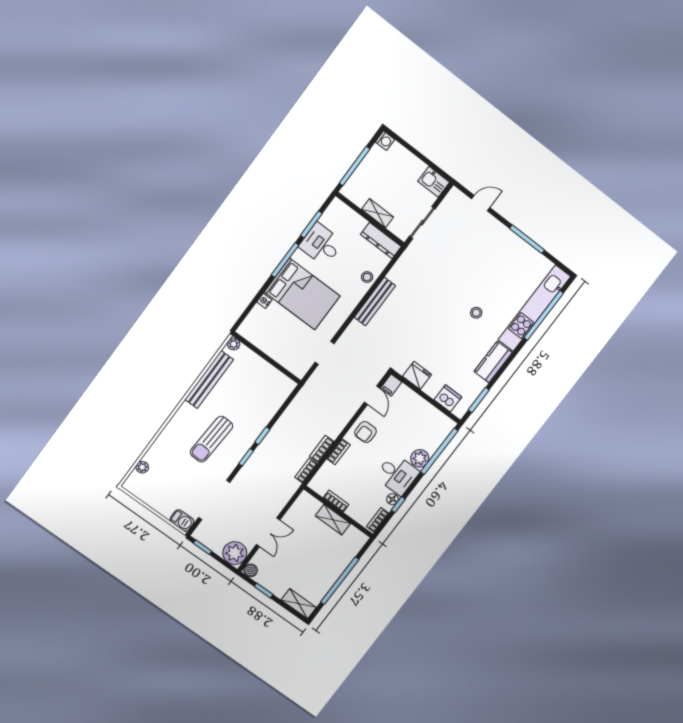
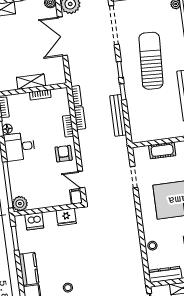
bench: (375, 302) -> (118, 115), moved
cot: (277, 352) -> (162, 150), added
sun lounger: (211, 439) -> (151, 61), width x1.36, depth x1.34
plant: (420, 458) -> (20, 204), moved
double door: (268, 532) -> (62, 36), width x1.37

